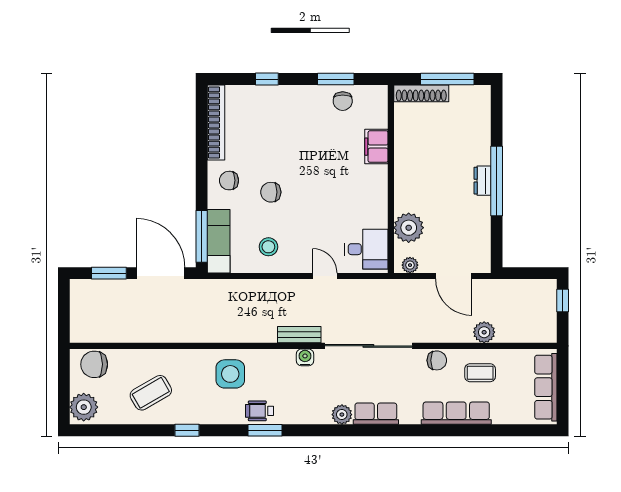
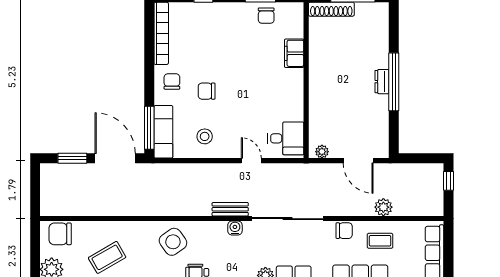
chair: (229, 181) -> (172, 81), turned 91
plant: (409, 228) -> (321, 121), removed
side table: (230, 374) -> (173, 242), turned -35

